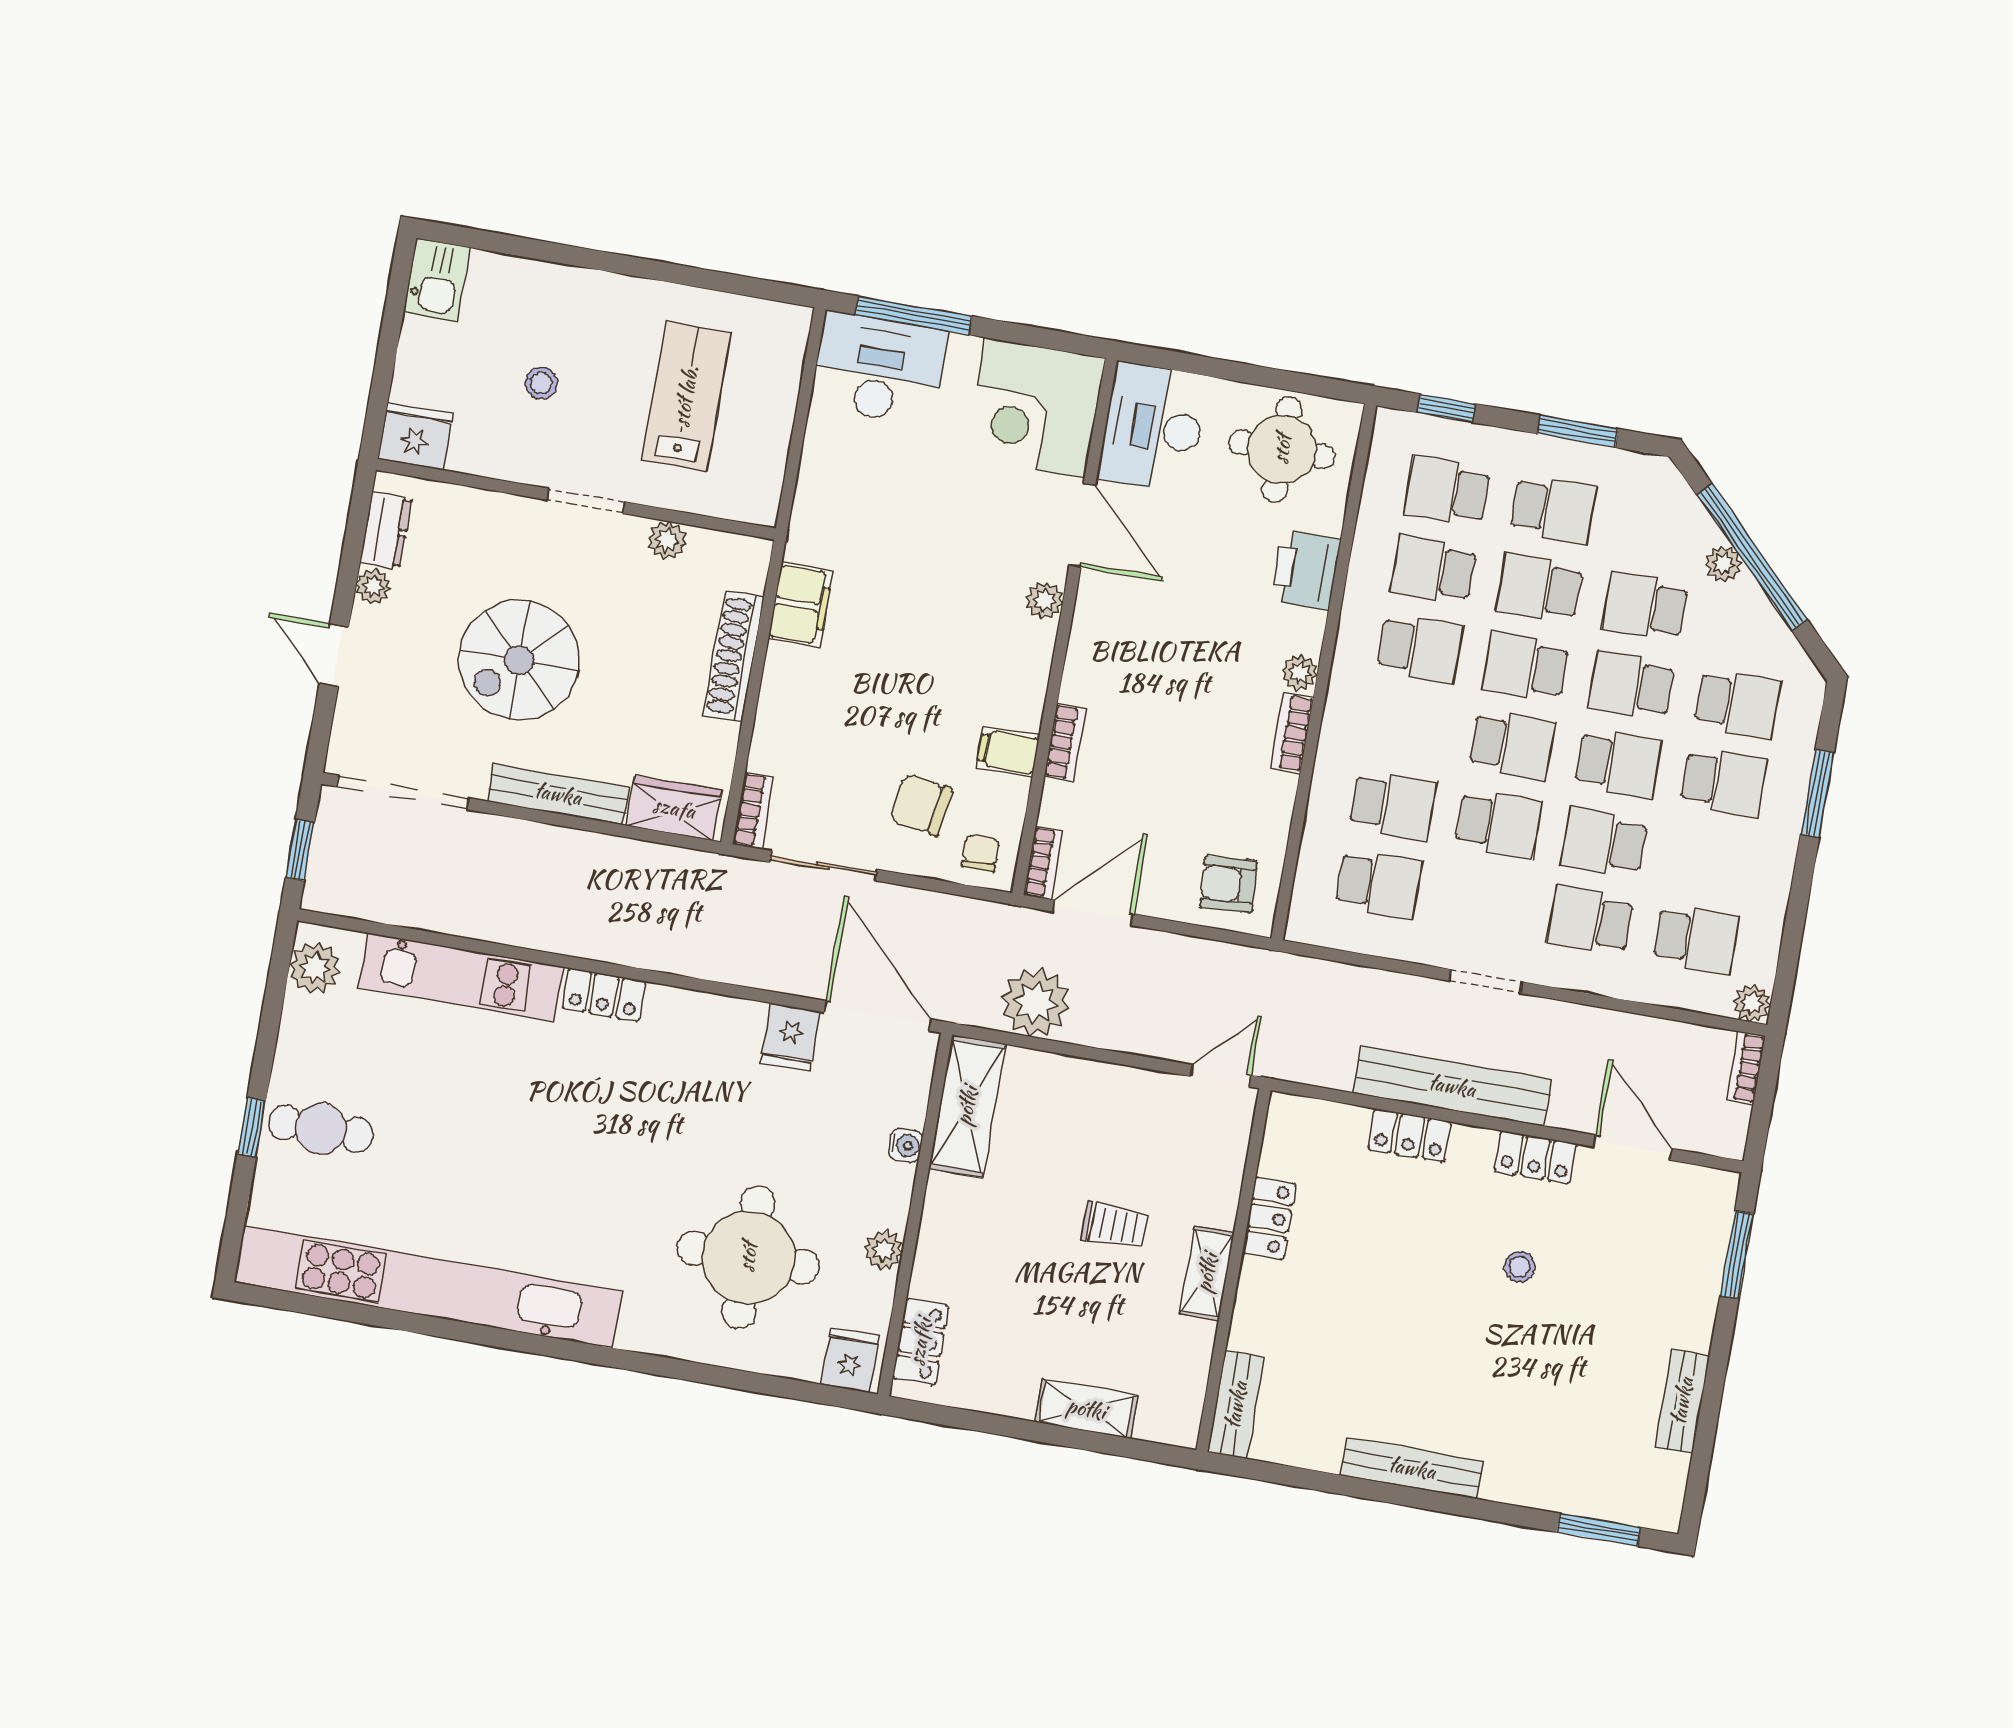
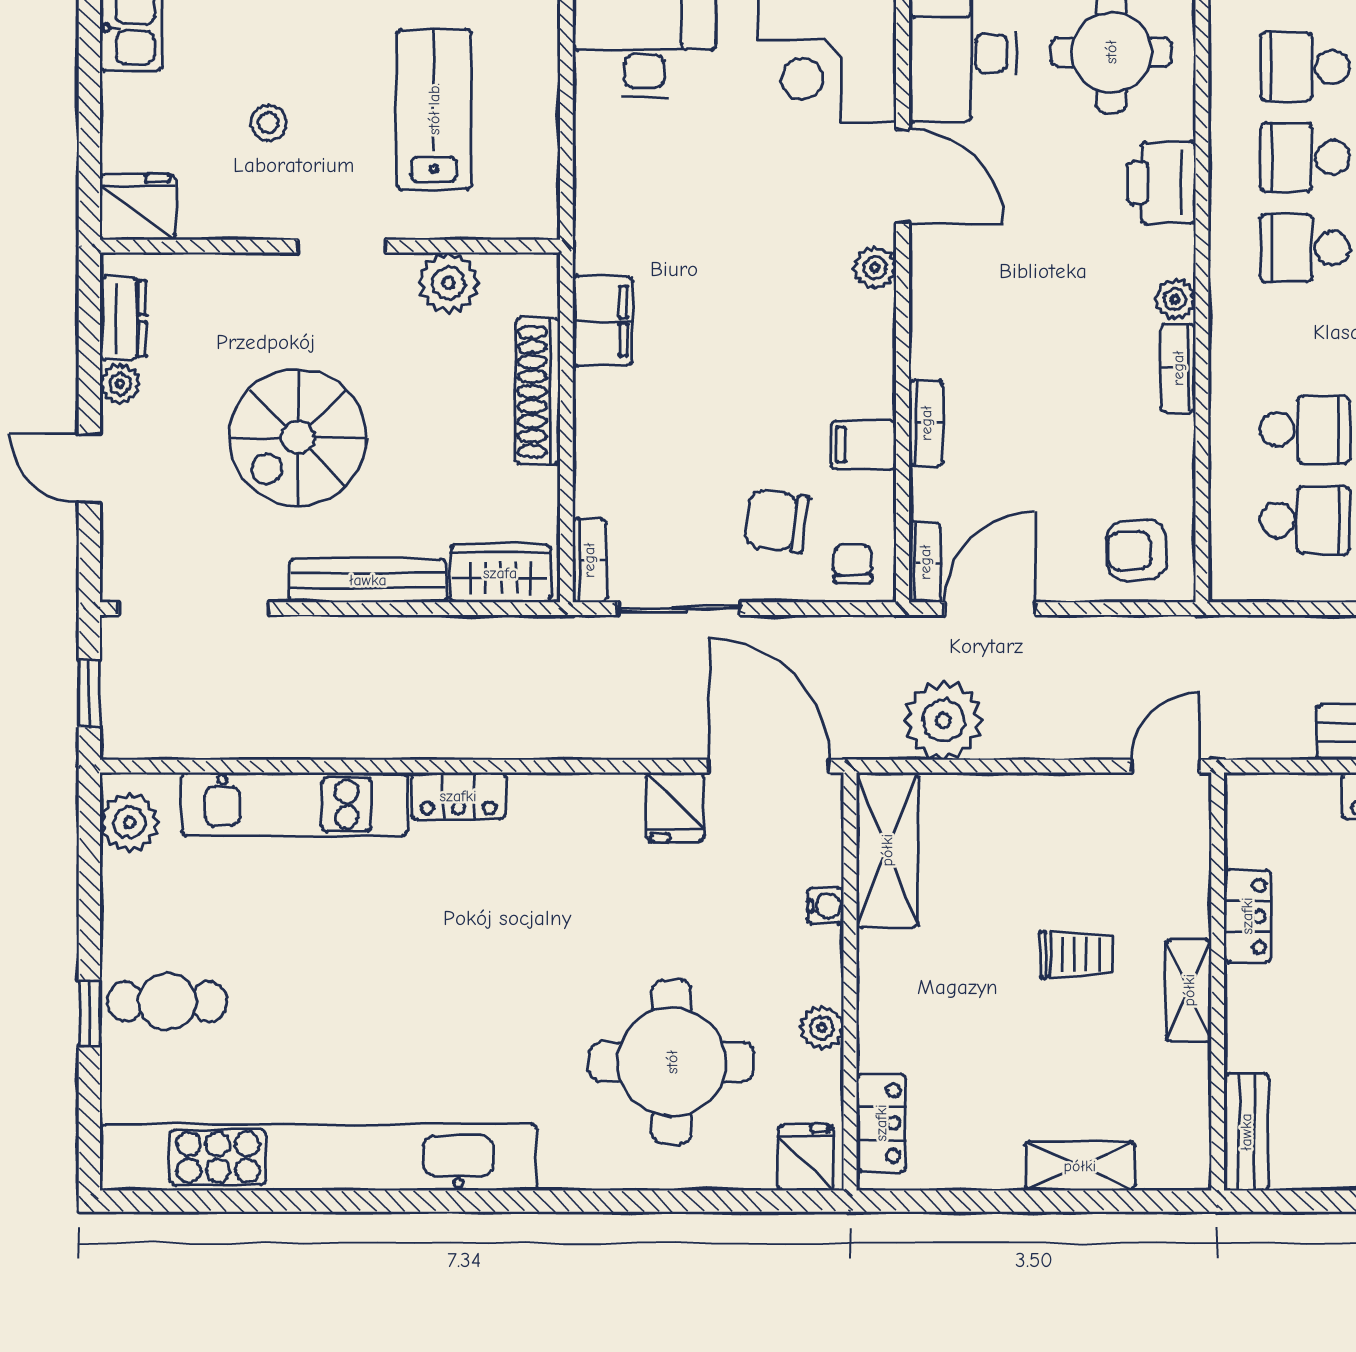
plant: (667, 540) -> (449, 283), width x1.38, depth x1.38
school desk: (1420, 648) -> (1305, 248), turned 180

